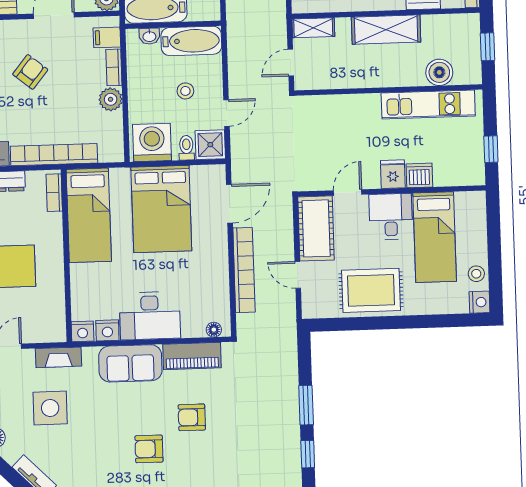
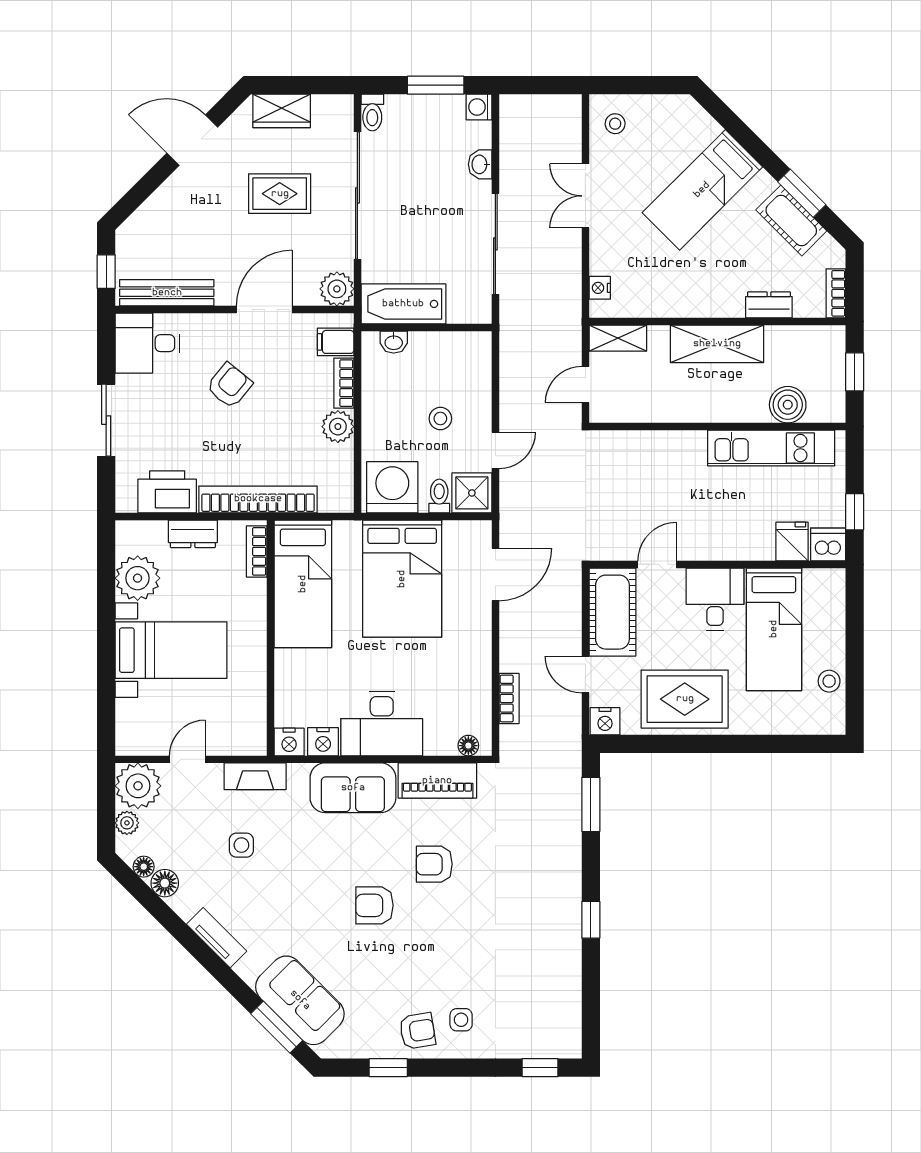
bathtub: (191, 41) -> (451, 350), removed
fridge: (393, 174) -> (792, 542), moved
dishwasher: (419, 175) -> (828, 544), moved
bookcase: (244, 270) -> (509, 699), width x0.43, depth x0.76
nightstand: (479, 302) -> (605, 721), moved, turned 90
window: (306, 405) -> (591, 804), moved
side table: (50, 408) -> (241, 845), width x0.54, depth x0.54

